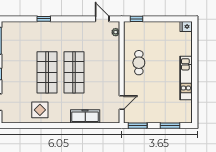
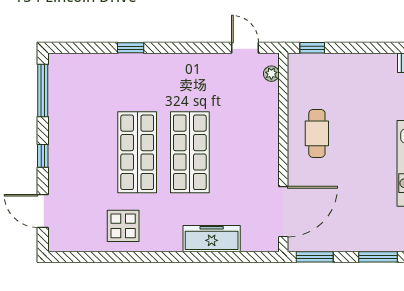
door: (122, 103) -> (283, 212), width x1.88

